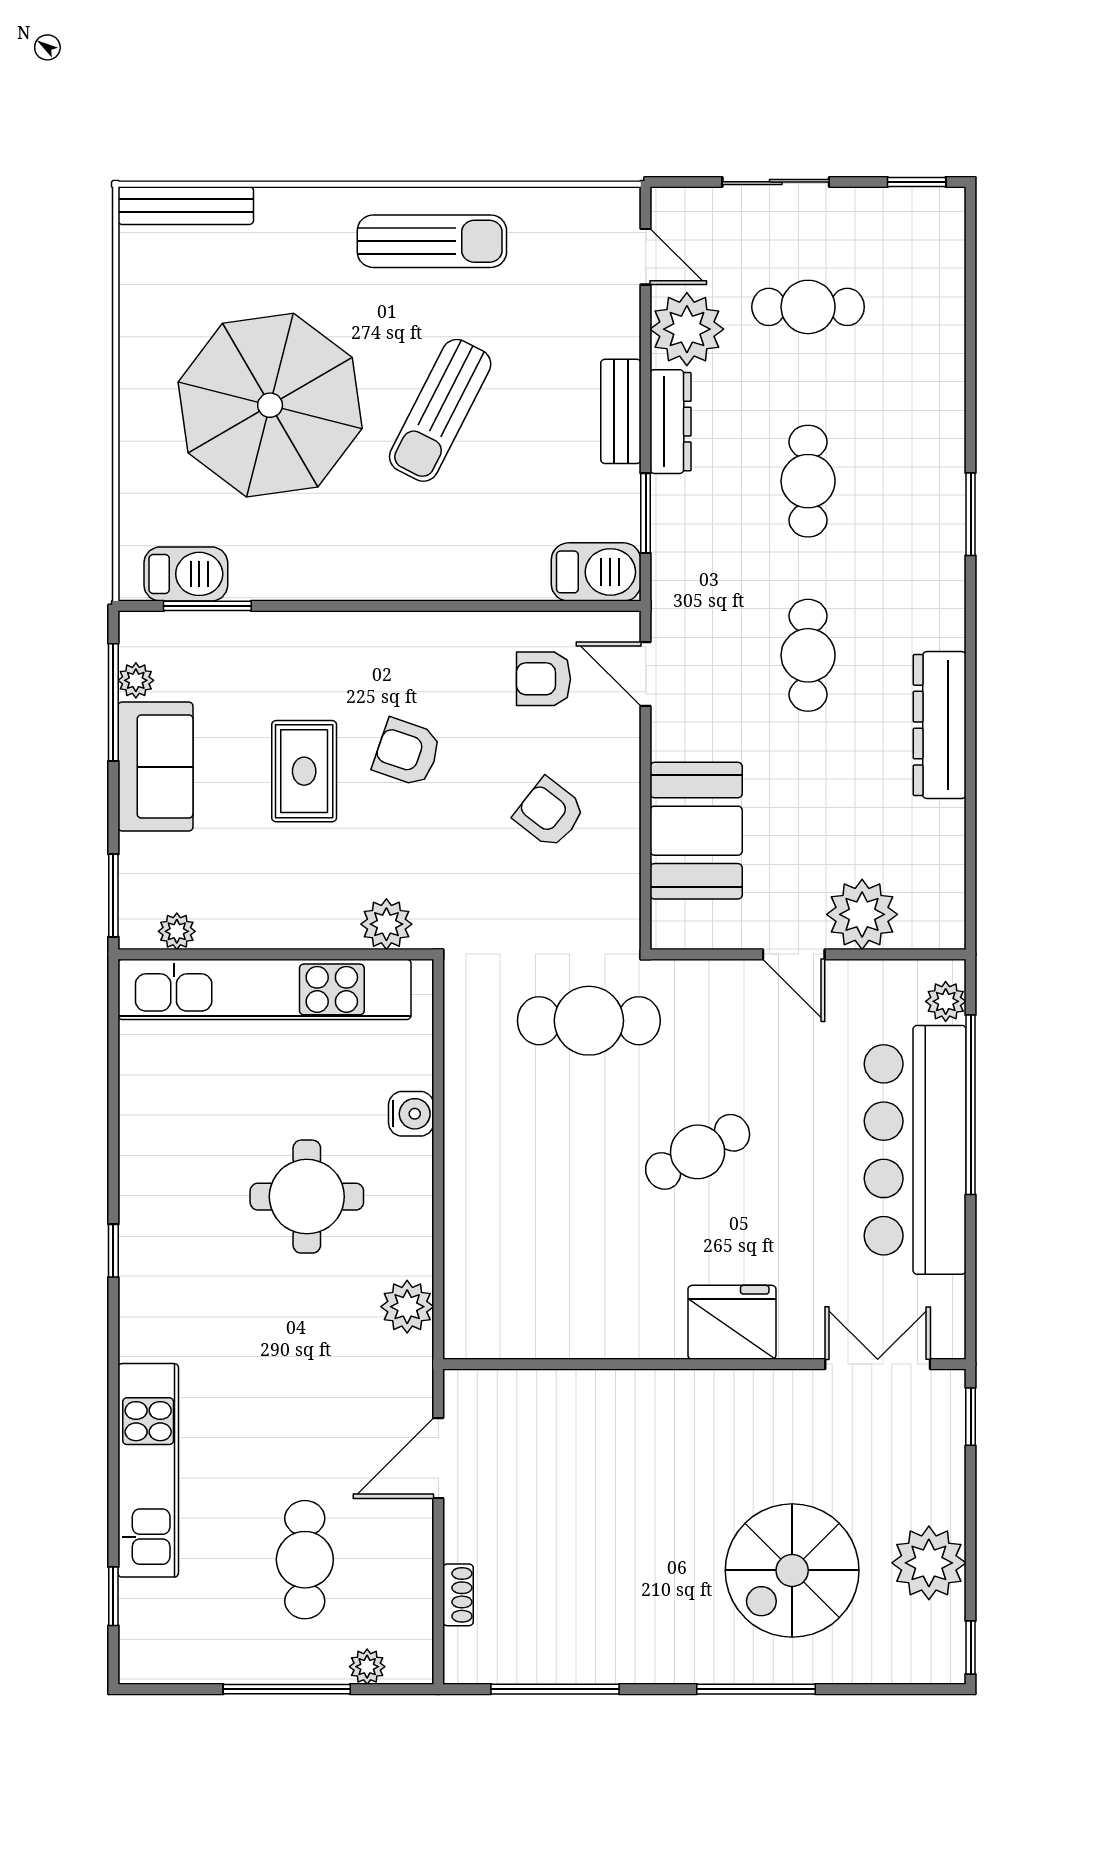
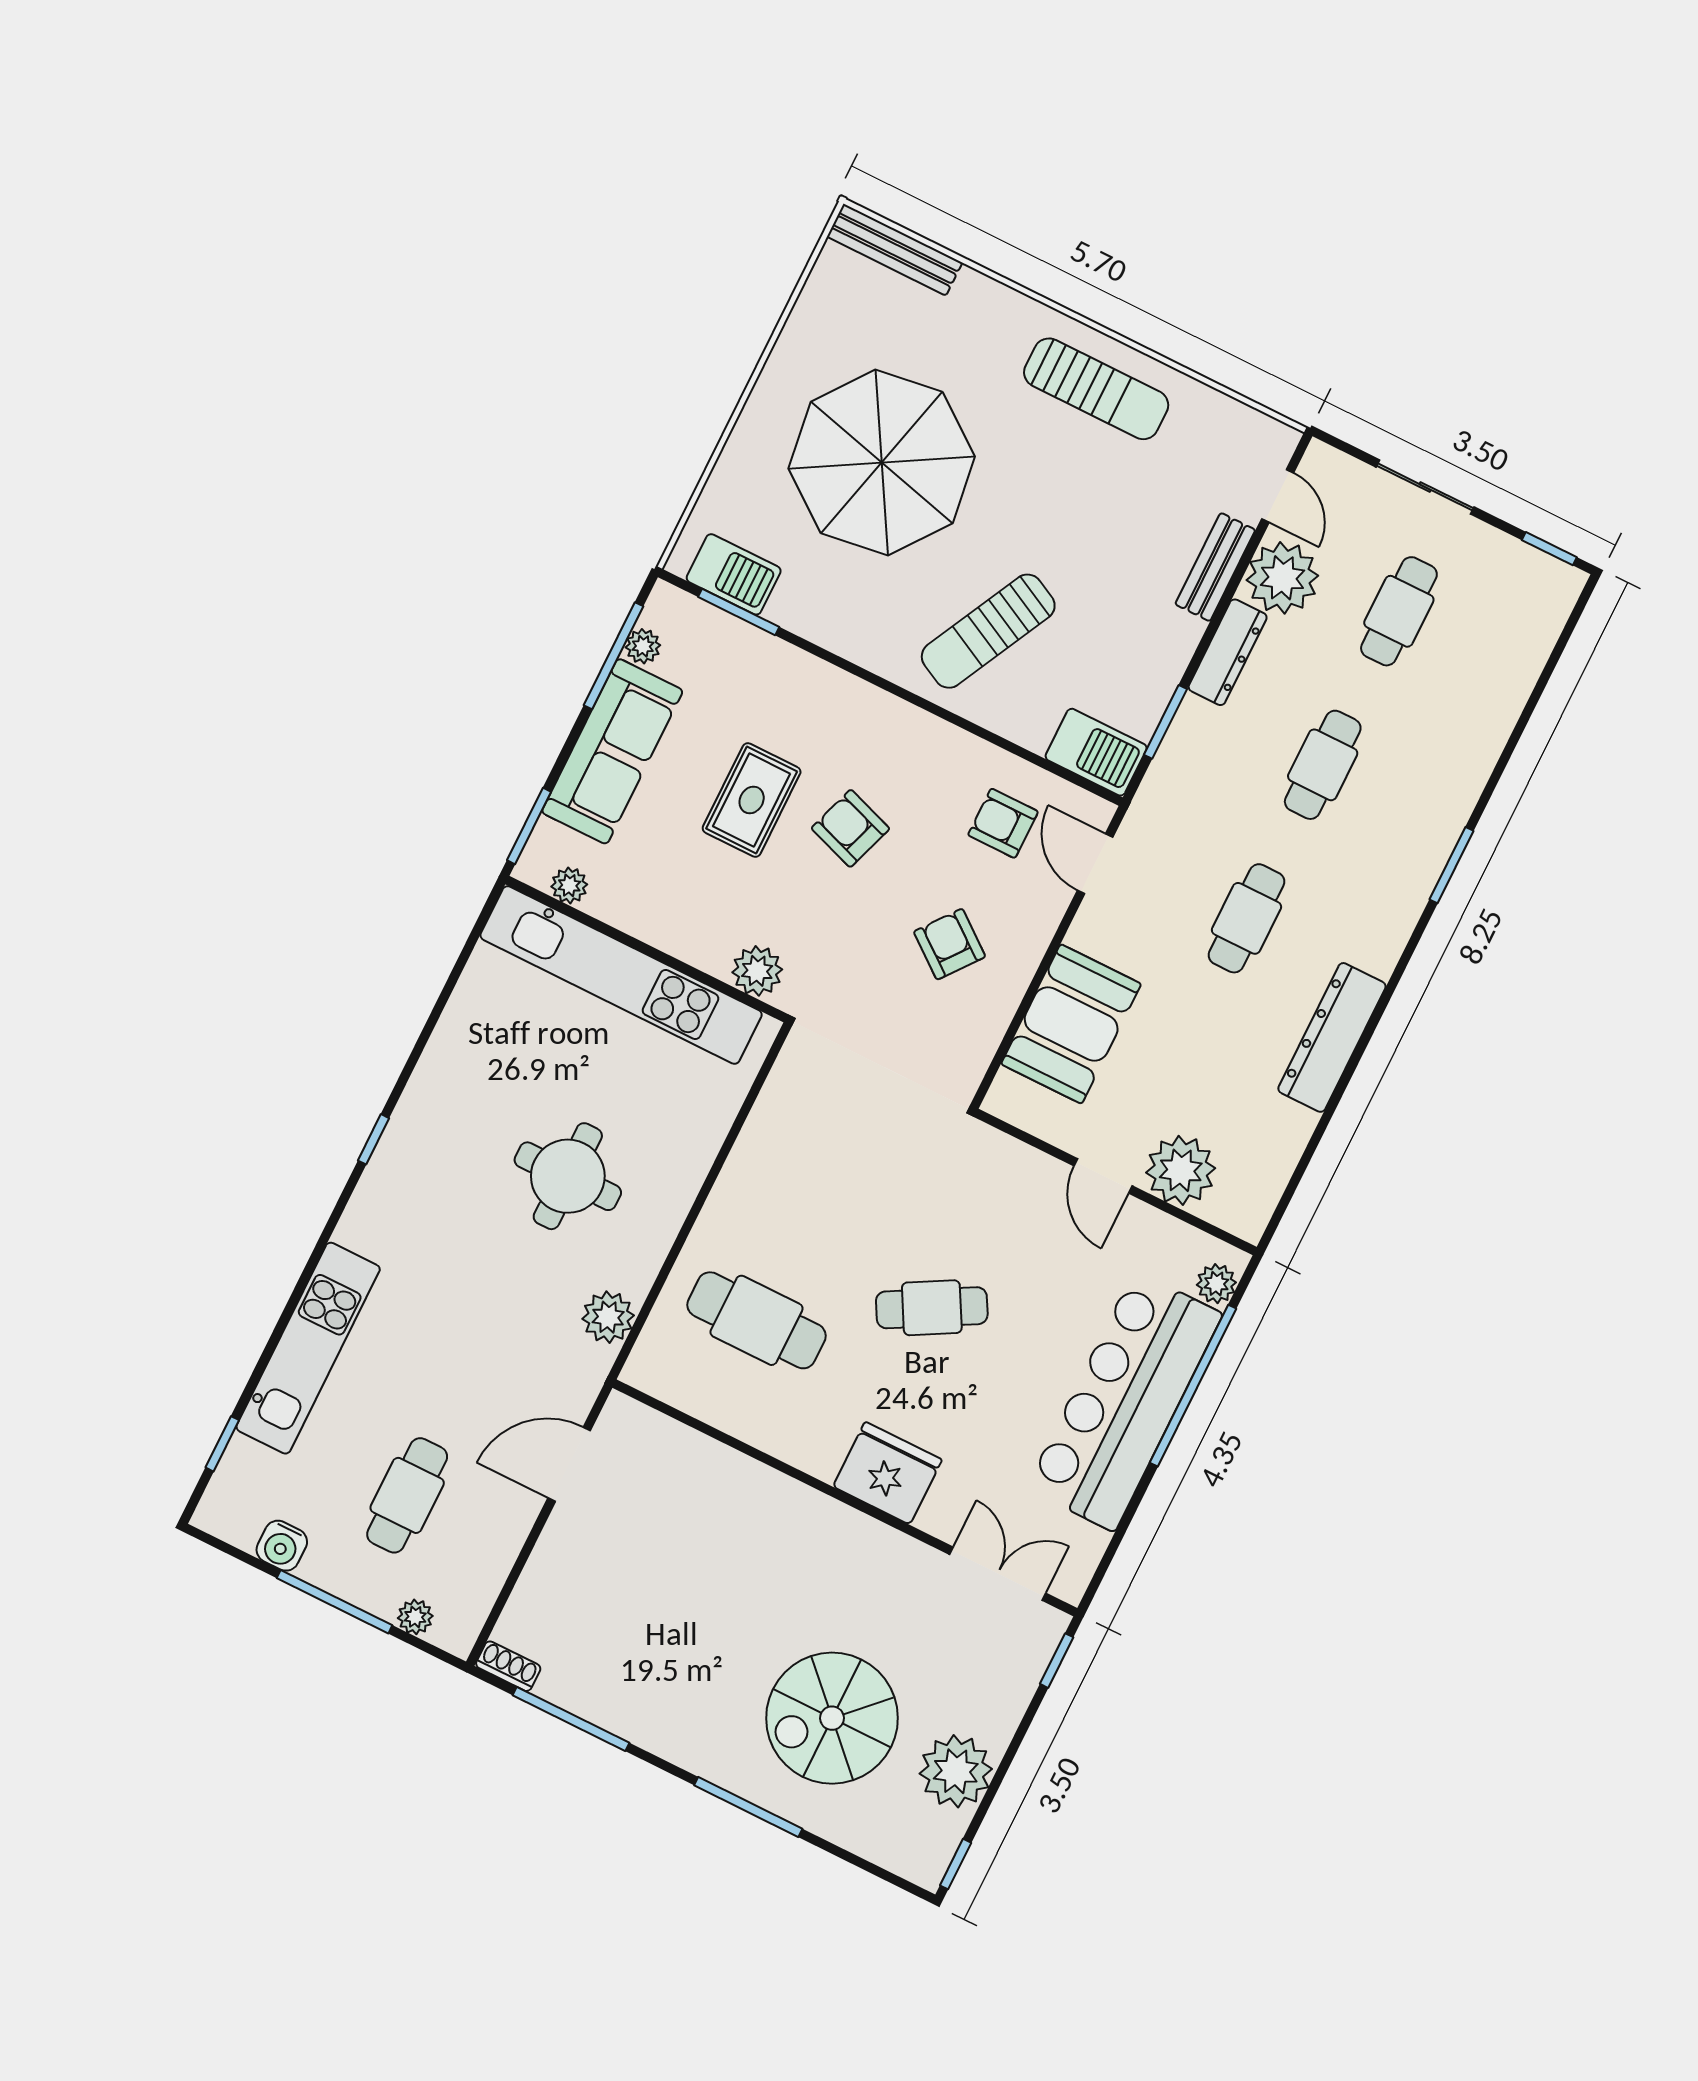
cafe table: (808, 307) -> (1399, 611), turned 90
sun lounger: (440, 410) -> (988, 631), moved
bench: (621, 411) -> (1215, 567), moved
sofa: (155, 767) -> (612, 751), width x1.36
cafe table: (589, 1021) -> (757, 1320), moved
water cooler: (411, 1114) -> (282, 1546), moved, turned 90
shoe rack: (458, 1595) -> (508, 1666), moved, turned -90

